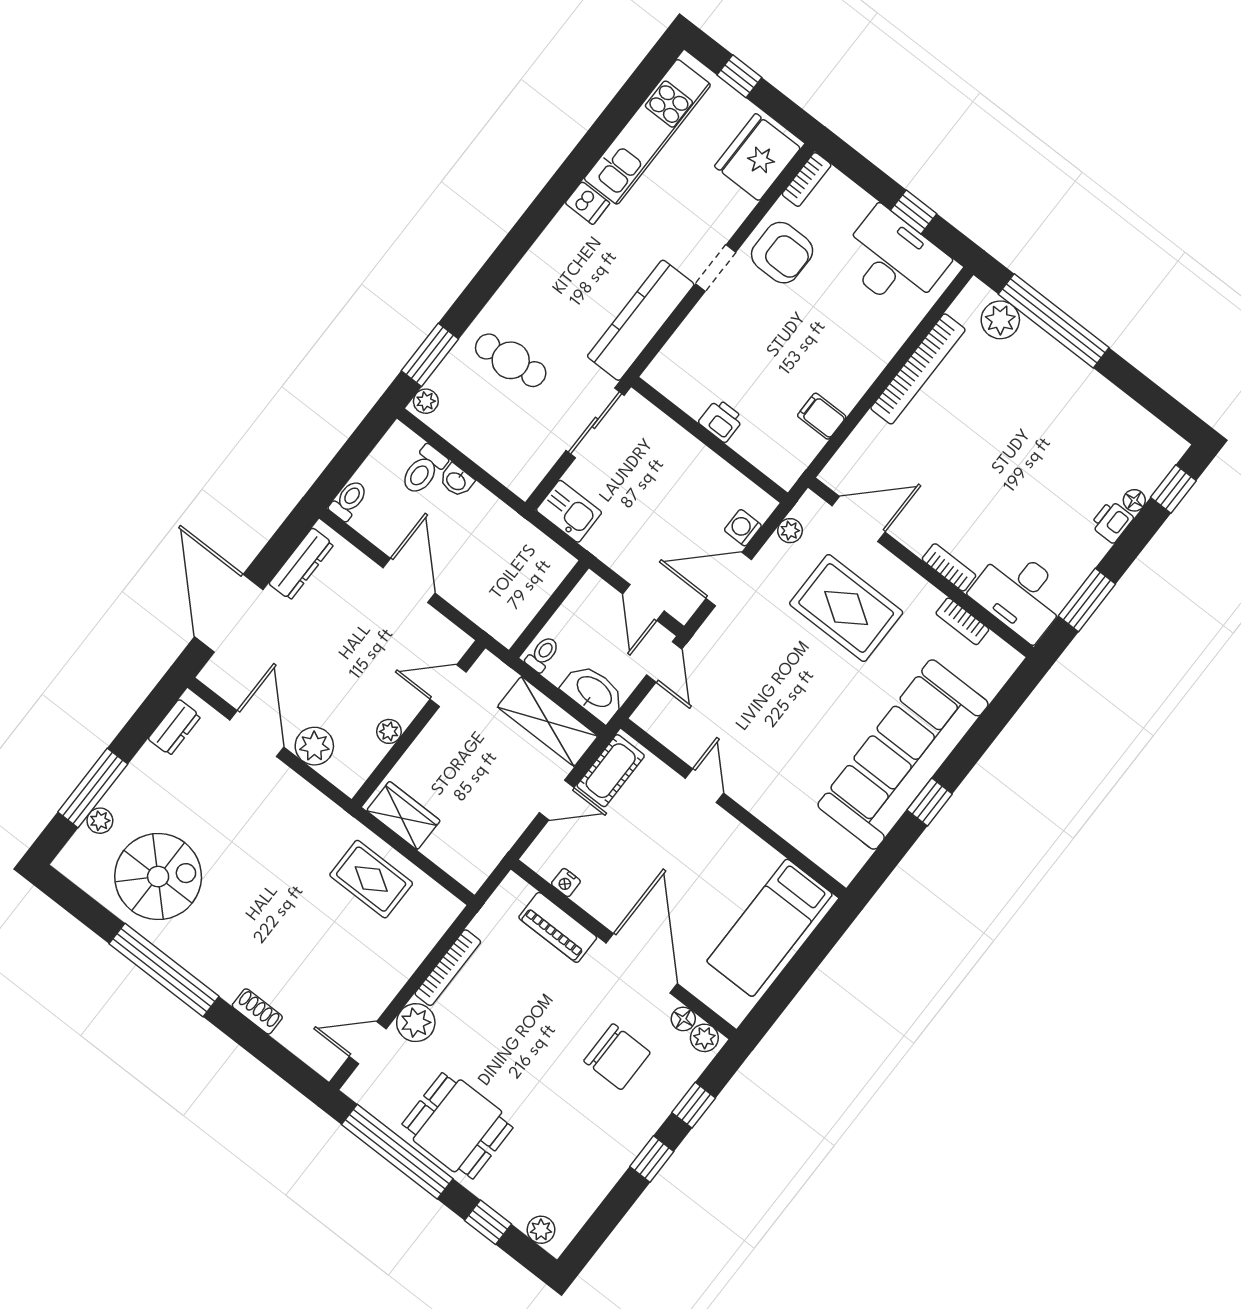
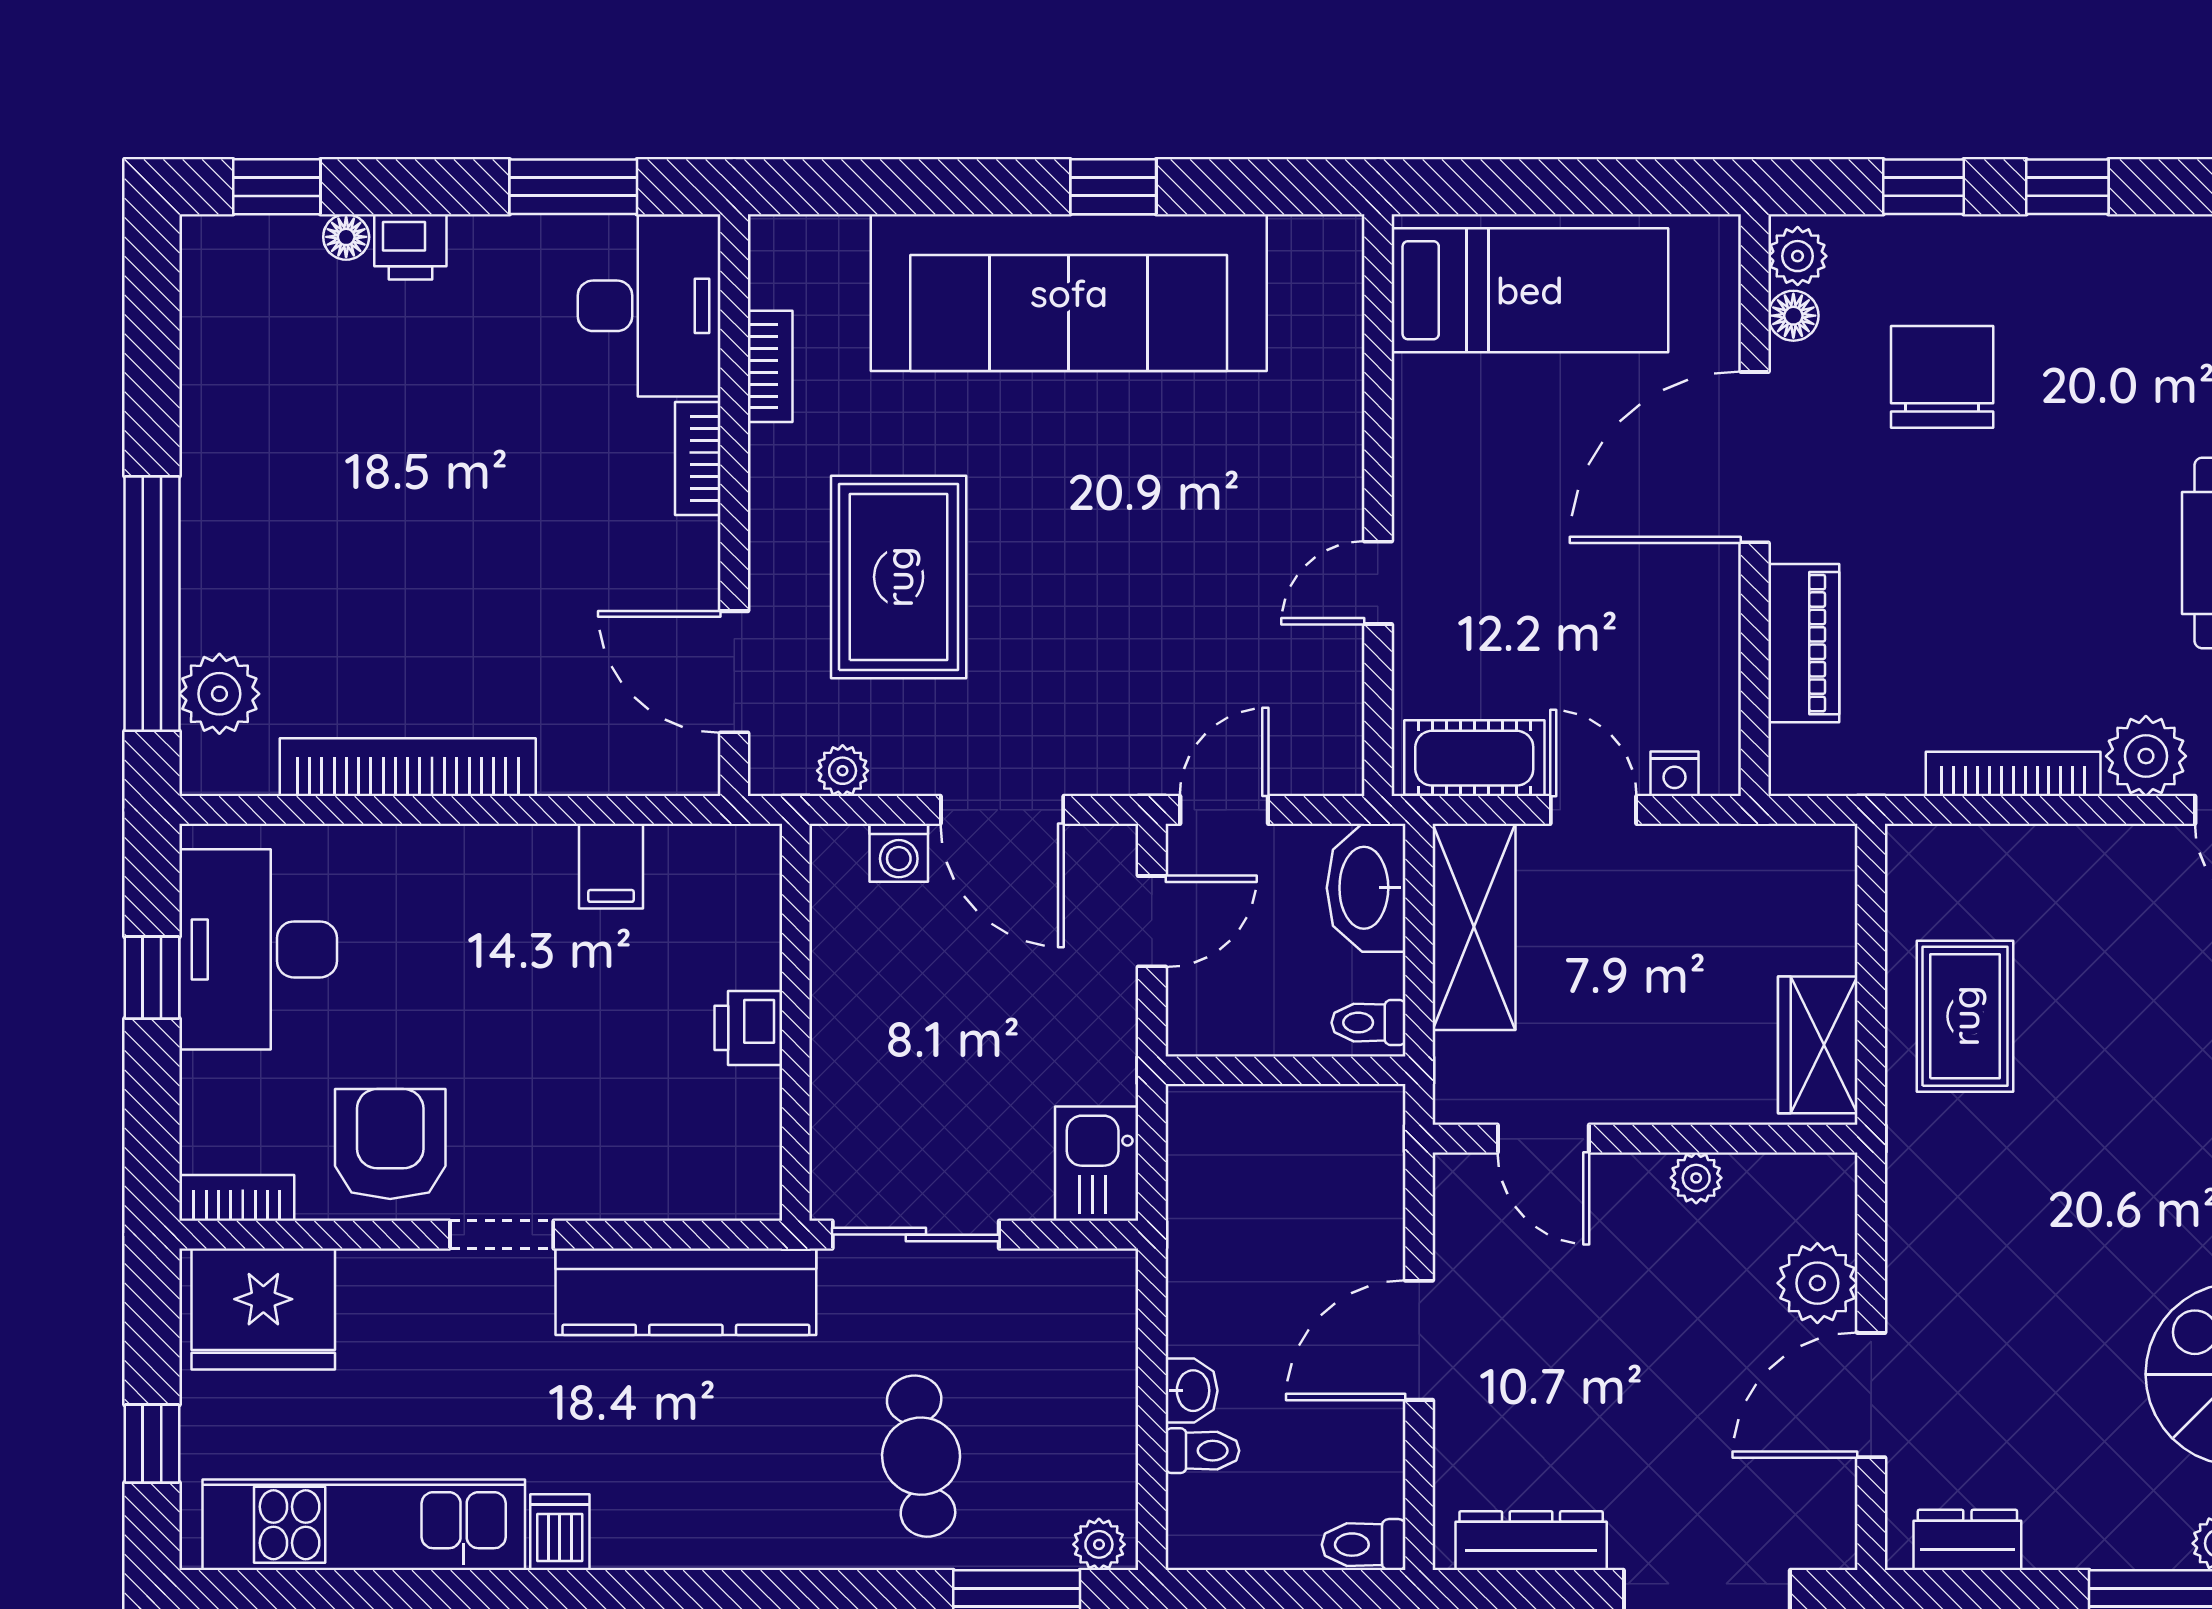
toilet: (424, 470) -> (1202, 1451), width x0.73, depth x0.72
nightstand: (566, 883) -> (1674, 774), moved, turned 90

